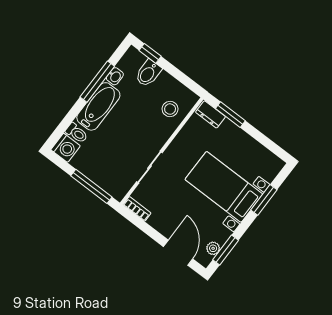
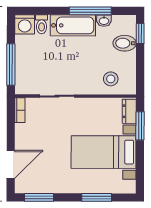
bed with nightstands: (224, 187) -> (104, 152), moved, turned -90
plant: (213, 248) -> (33, 187), removed

